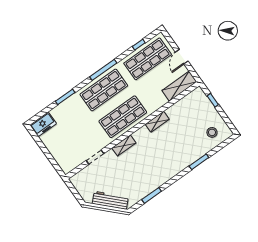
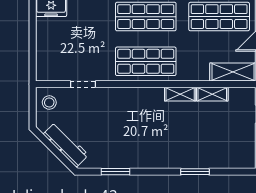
stool: (212, 132) -> (49, 102), moved
shelving: (124, 146) -> (212, 94), moved

